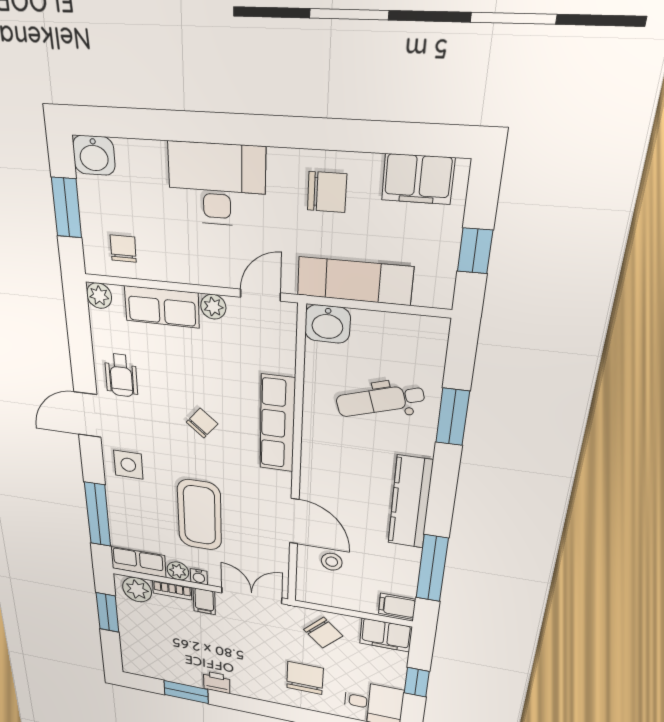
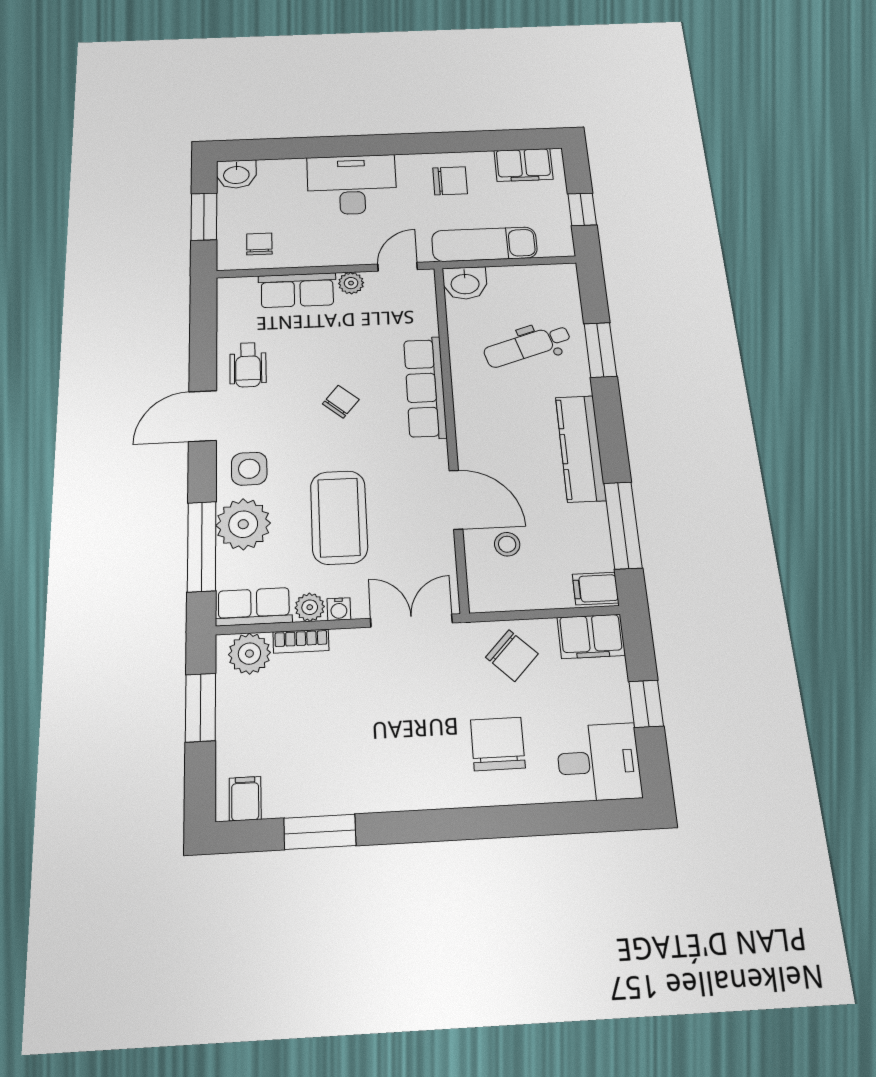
plant: (99, 296) -> (243, 524), moved, width x1.87, depth x1.87
filing cabinet: (204, 601) -> (245, 799), moved, turned 180
printer: (217, 682) -> (368, 795), removed

